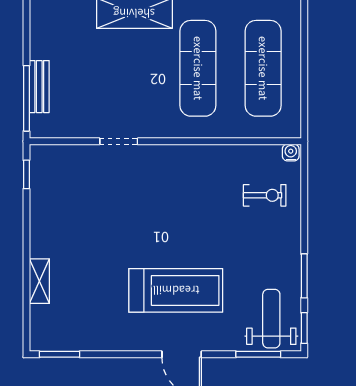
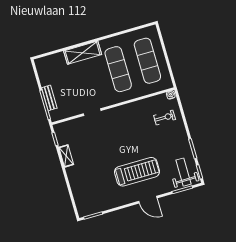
shelving: (39, 281) -> (66, 156), moved

